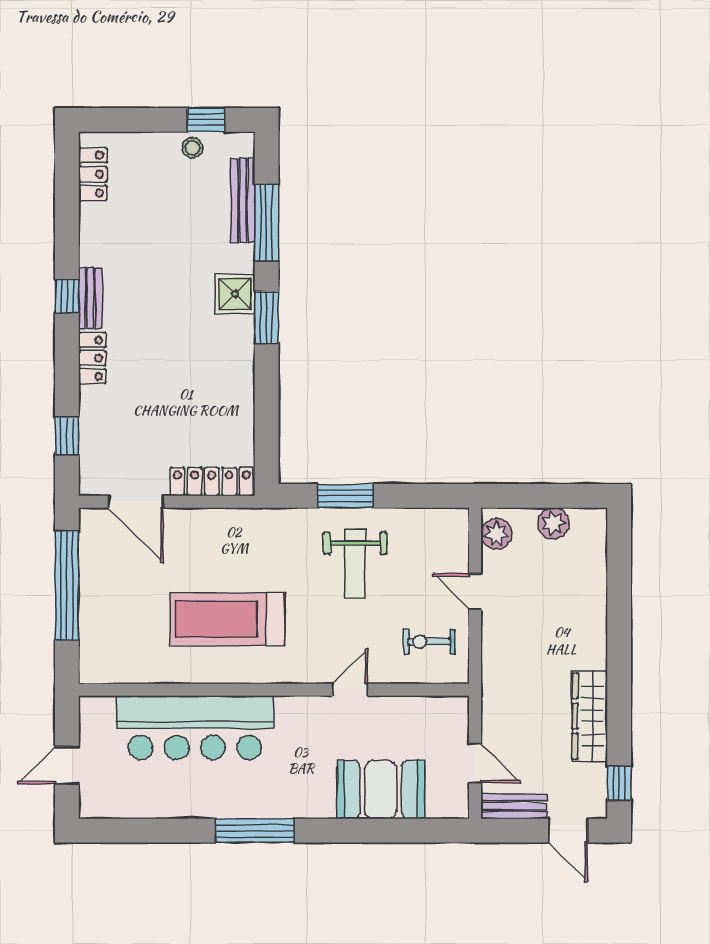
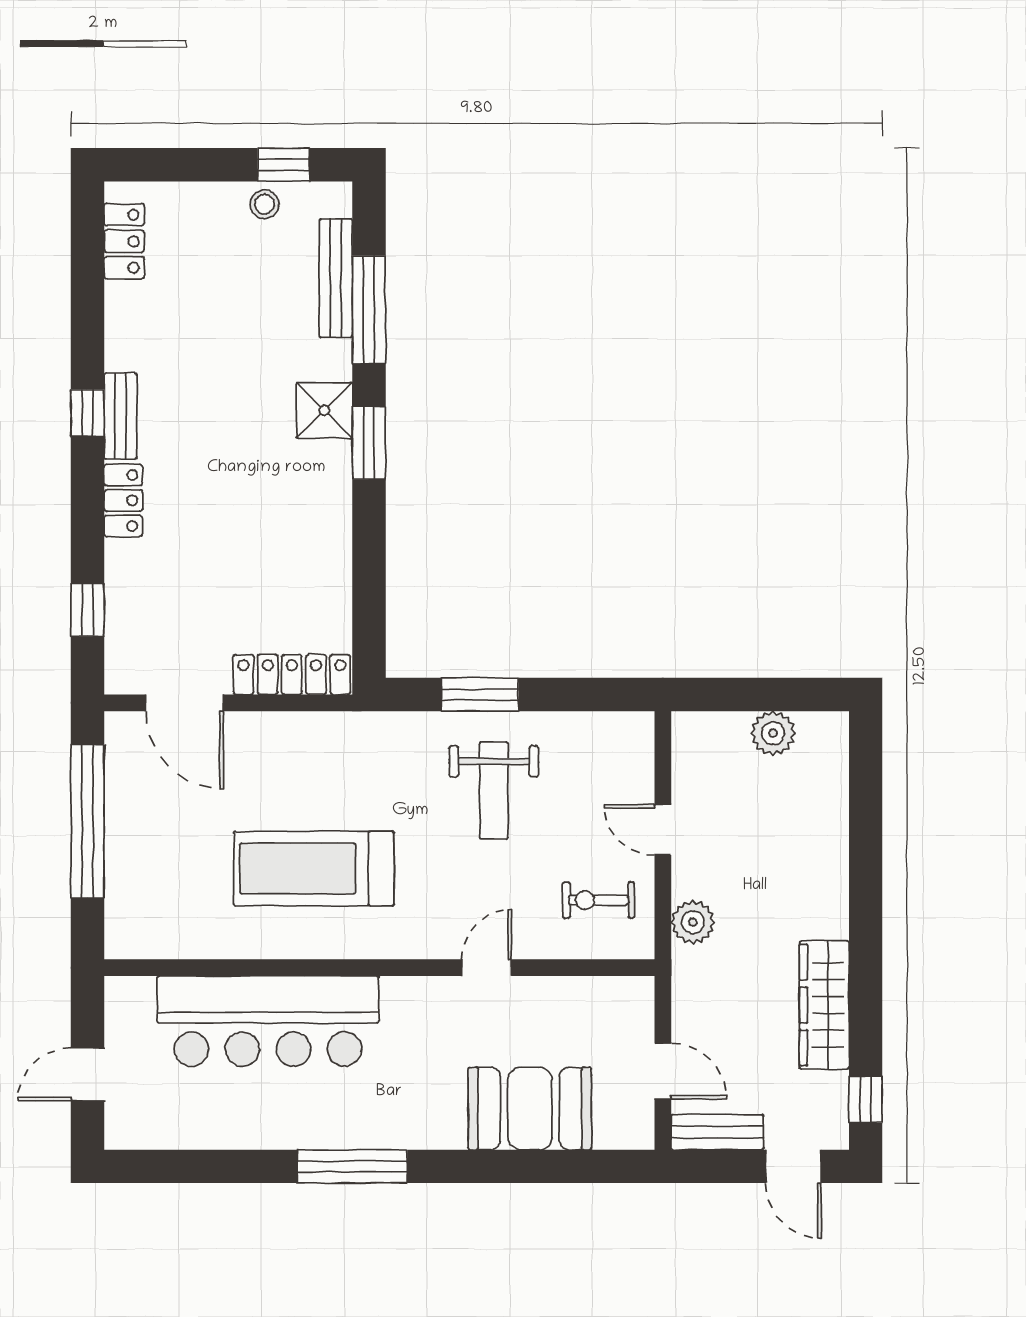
plant: (496, 534) -> (693, 922), moved

